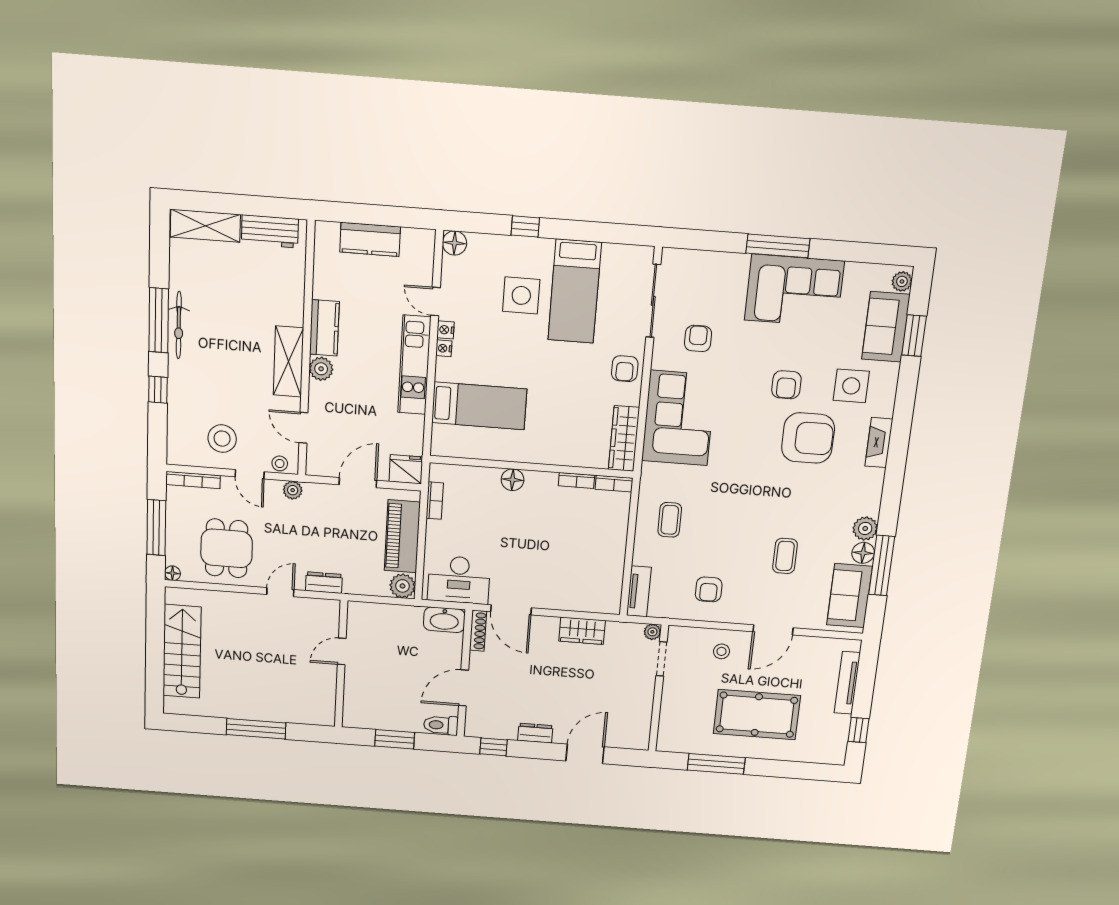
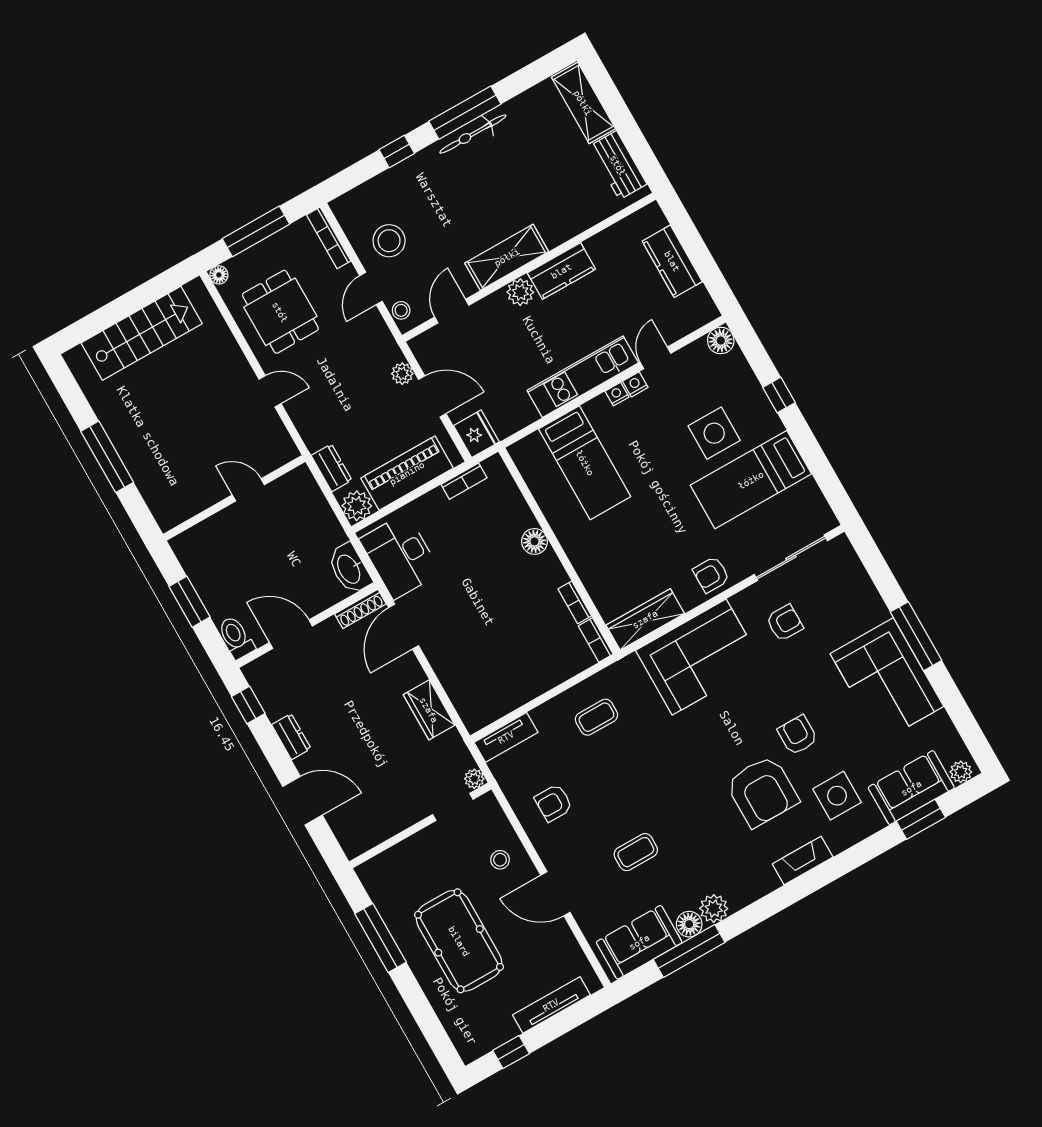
armchair: (786, 385) -> (798, 735), turned 90
plant: (293, 490) -> (402, 374), moved
dining table: (227, 548) -> (280, 312), turned 90
dresser: (324, 583) -> (332, 468), moved

